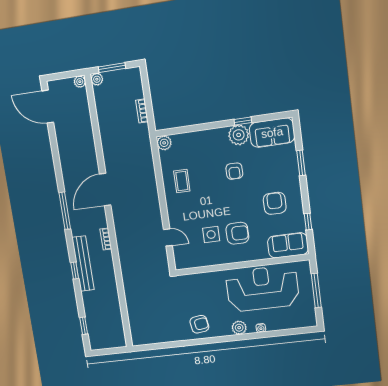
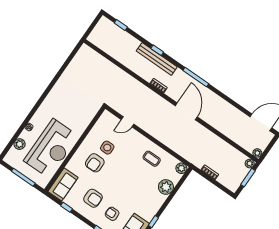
plant: (239, 135) -> (166, 187), moved
armchair: (234, 171) -> (112, 214), moved
armchair: (199, 324) -> (62, 94), removed
plant: (239, 328) -> (20, 144), moved

